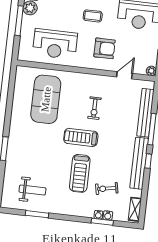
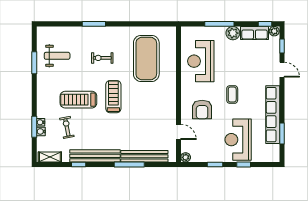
exercise mat: (46, 99) -> (146, 58), turned 90
exercise bike: (94, 108) -> (102, 58), moved
window: (148, 161) -> (79, 164), moved
weight bench: (32, 190) -> (57, 56), turned -90

